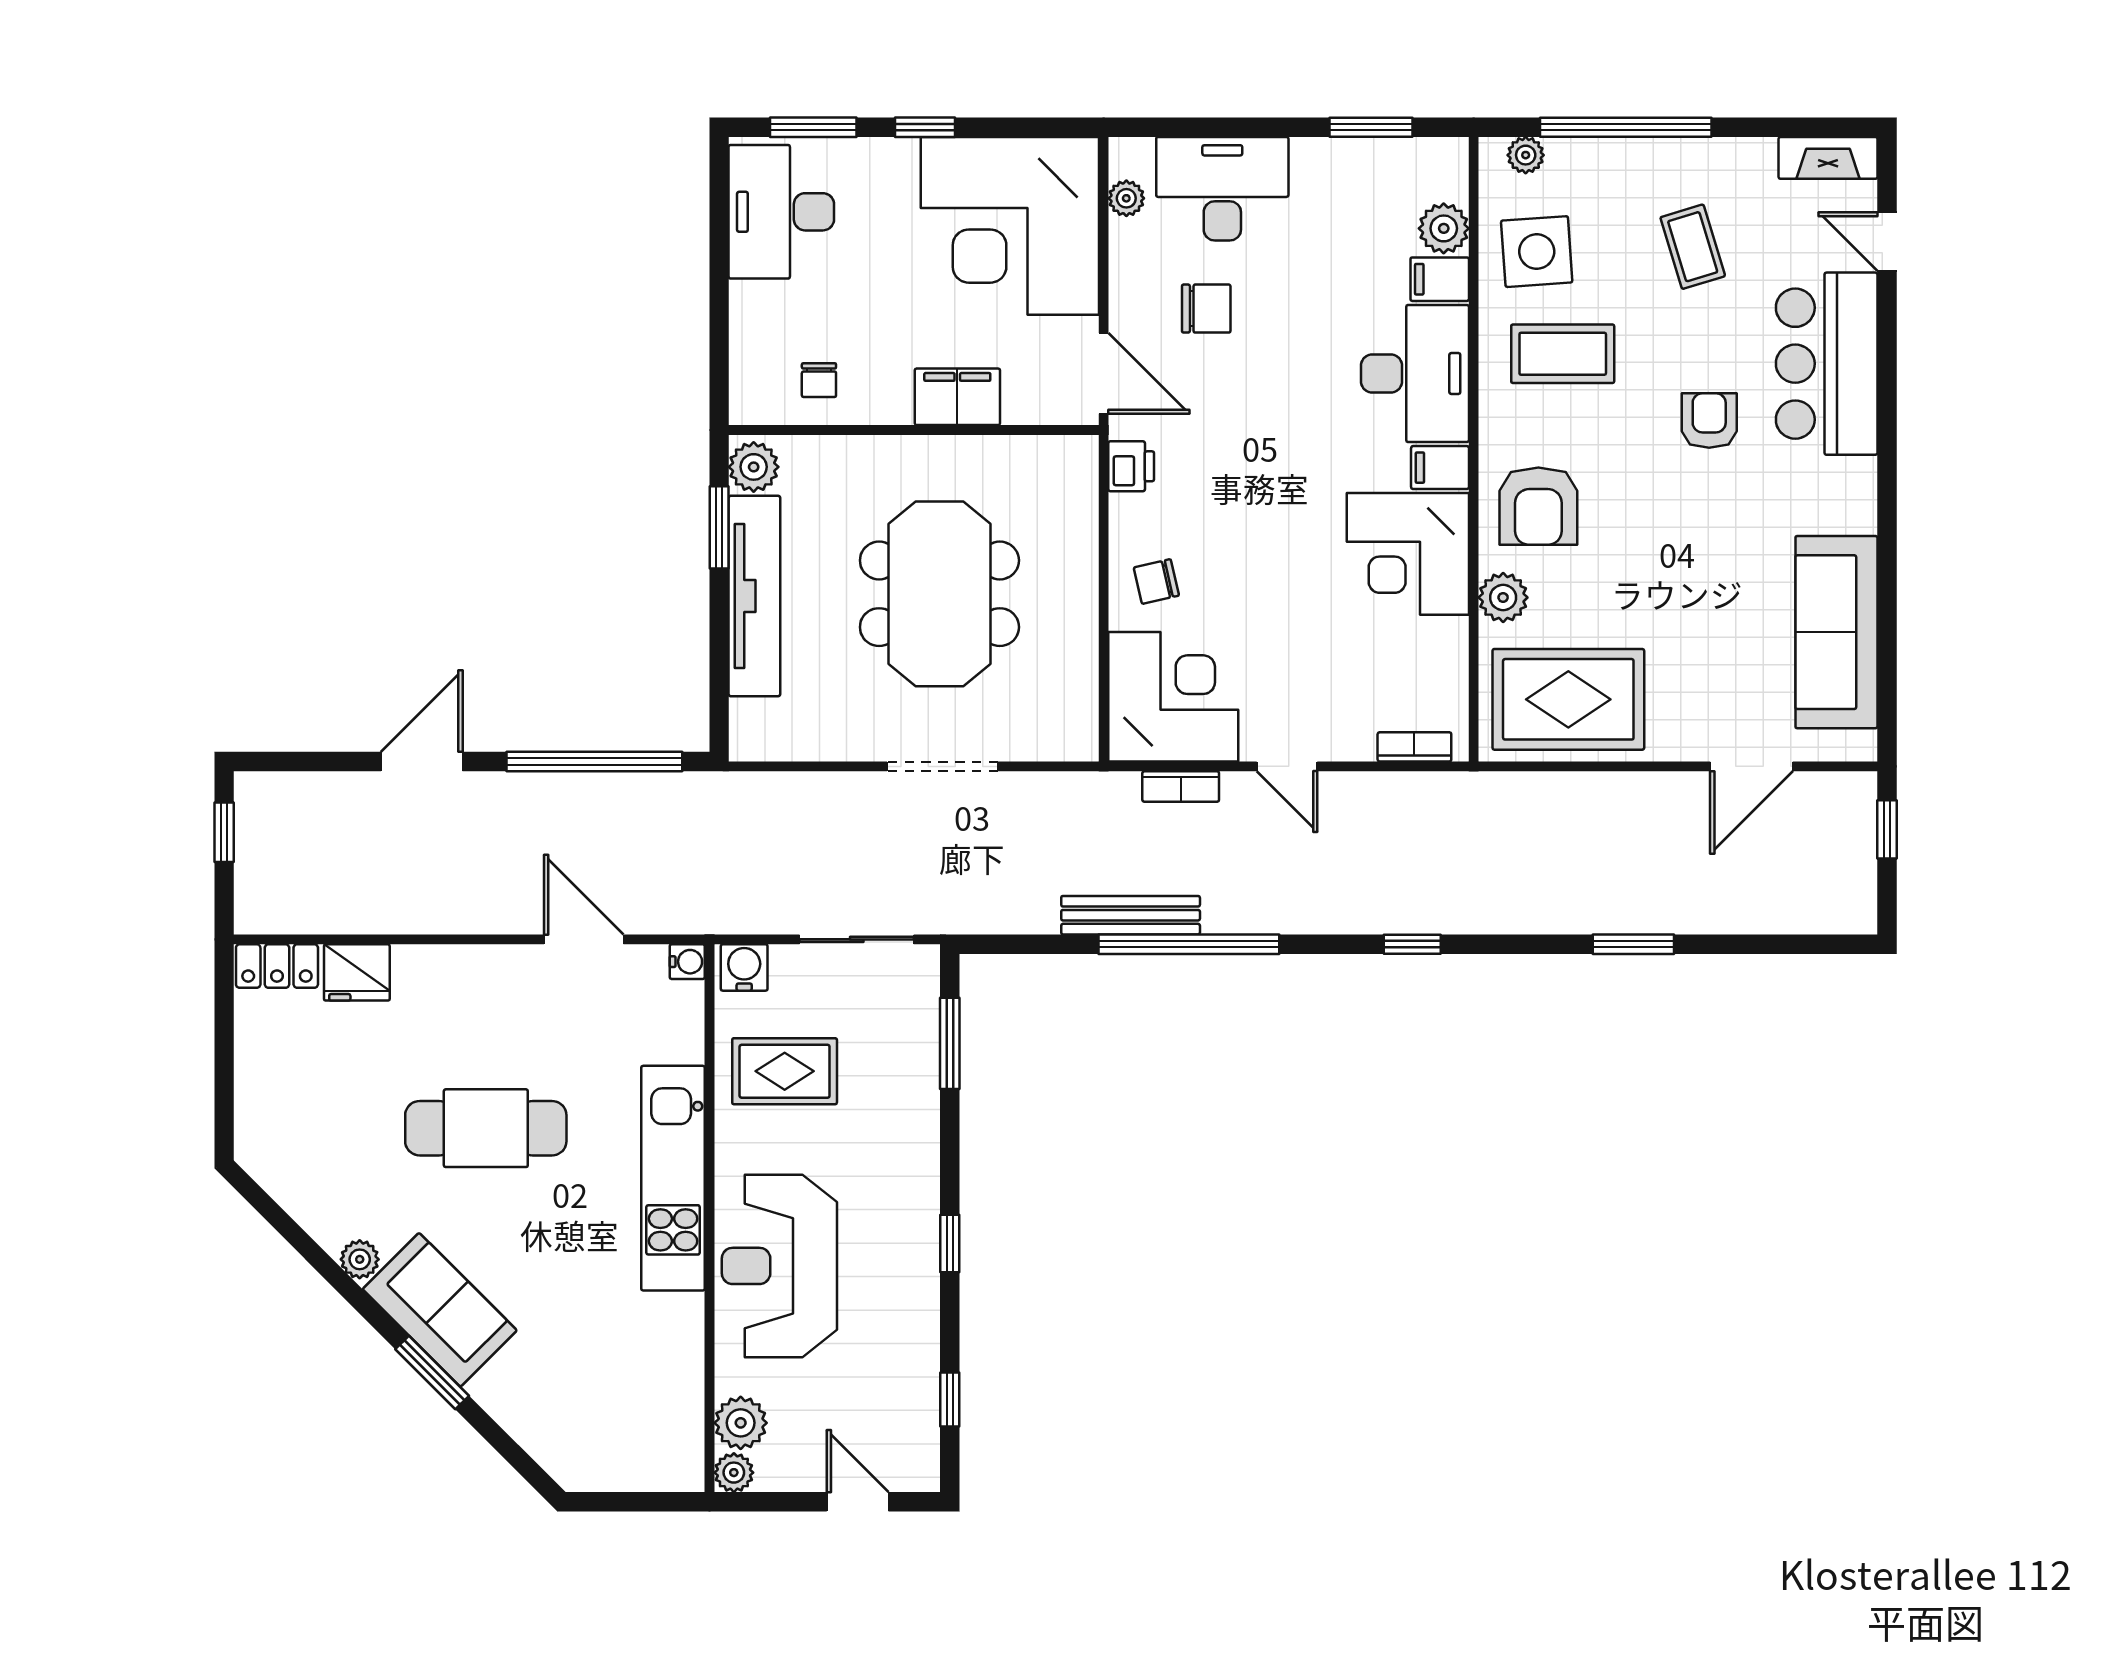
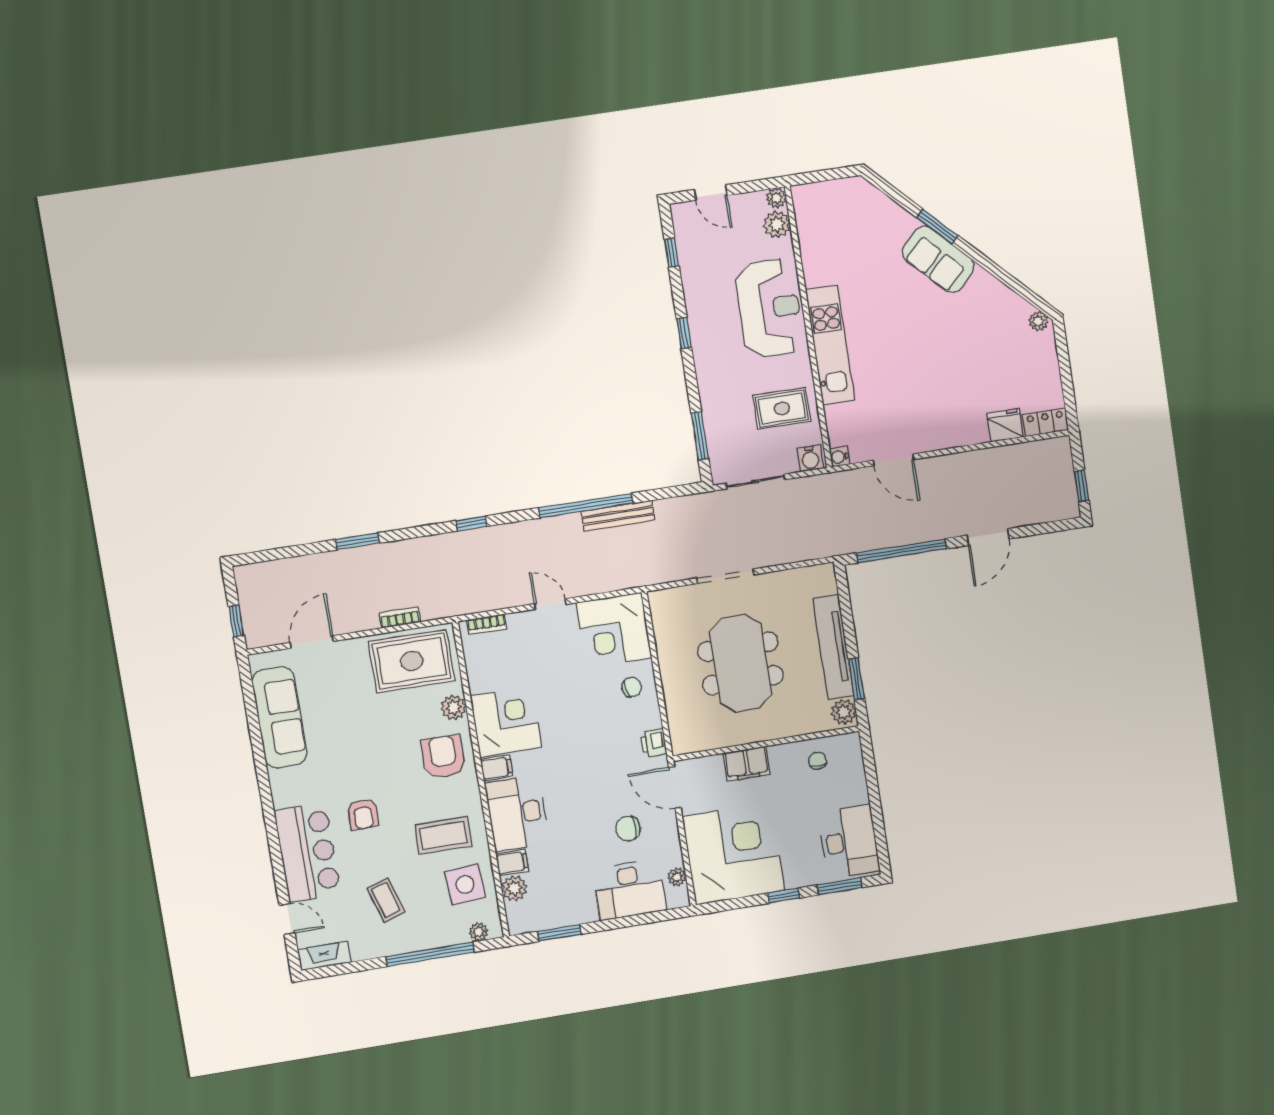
bookcase: (1181, 786) -> (400, 617), moved
cafe table: (486, 1128) -> (929, 356), removed
plant: (360, 1259) -> (1038, 321), moved

